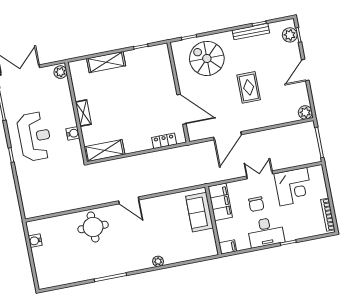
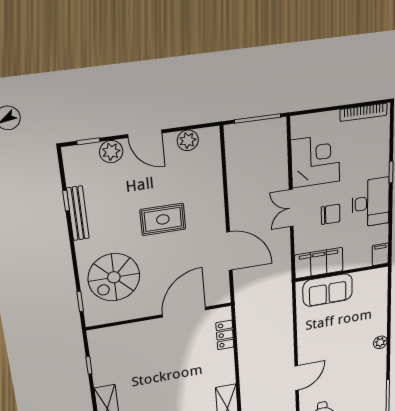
plant: (290, 35) -> (111, 152), moved
plant: (305, 112) -> (188, 140), moved

